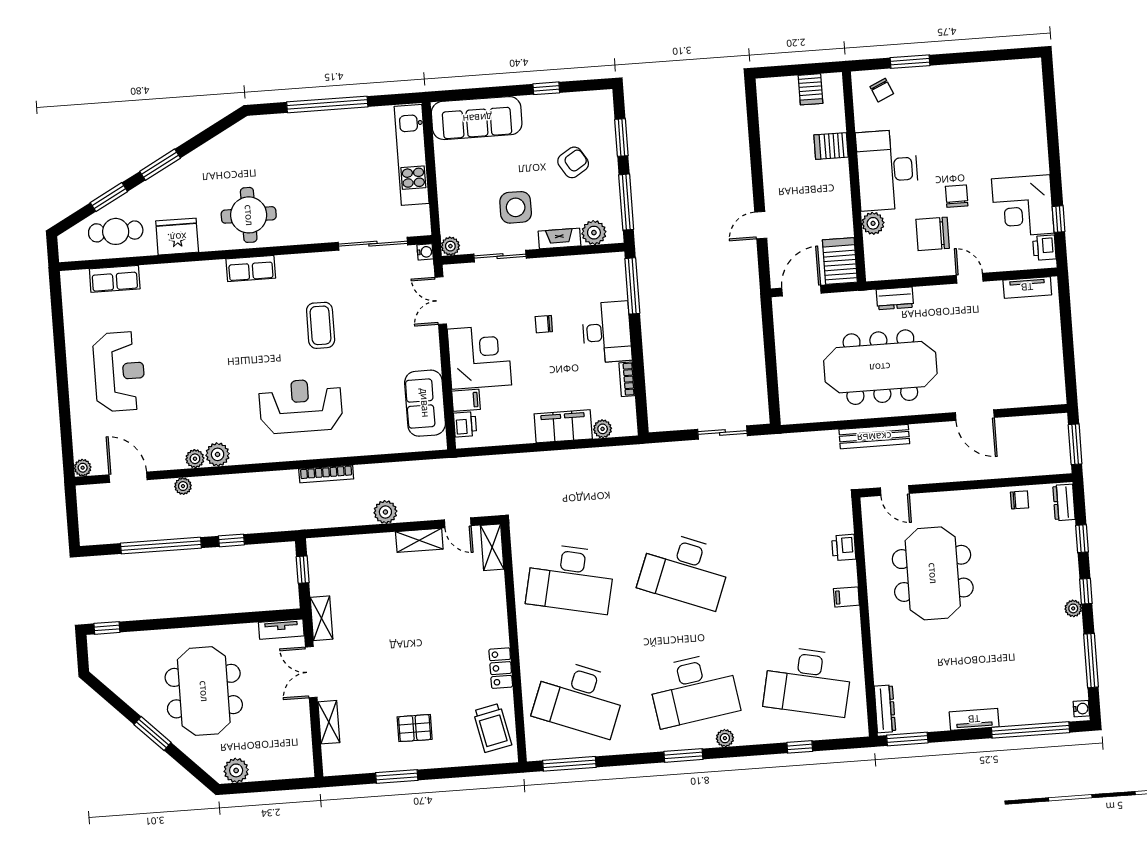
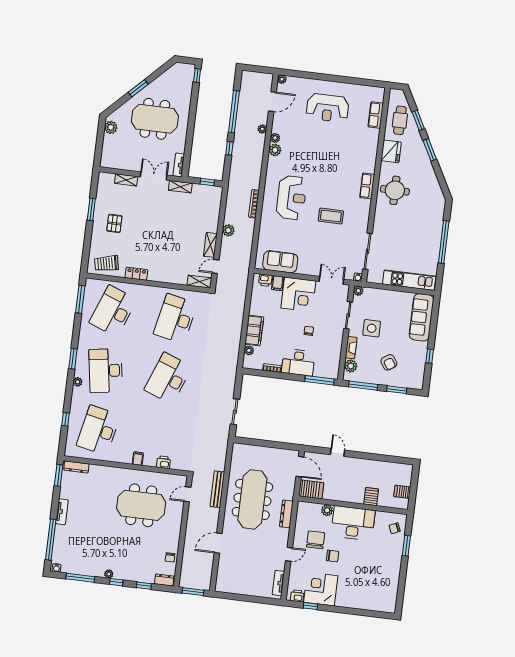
dresser: (895, 298) -> (286, 514), width x1.44

